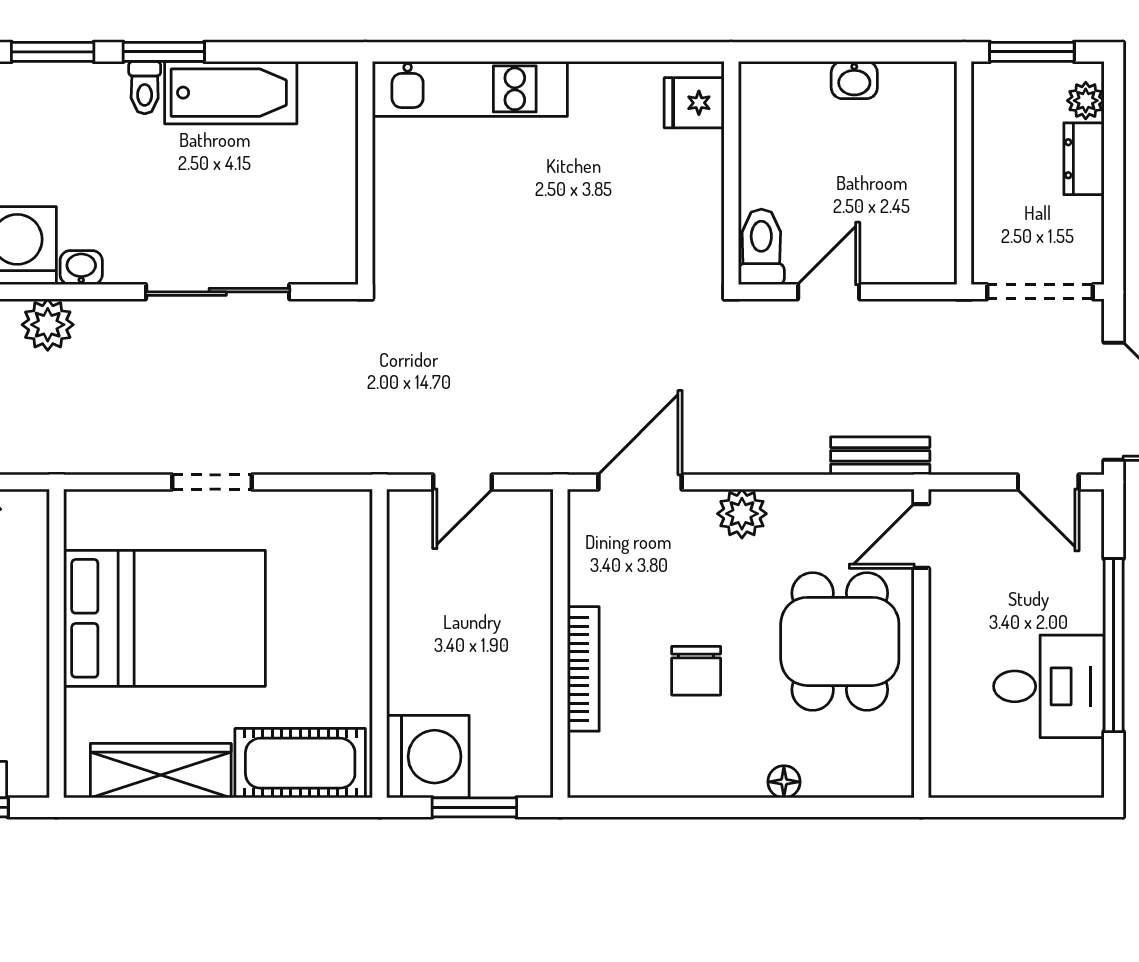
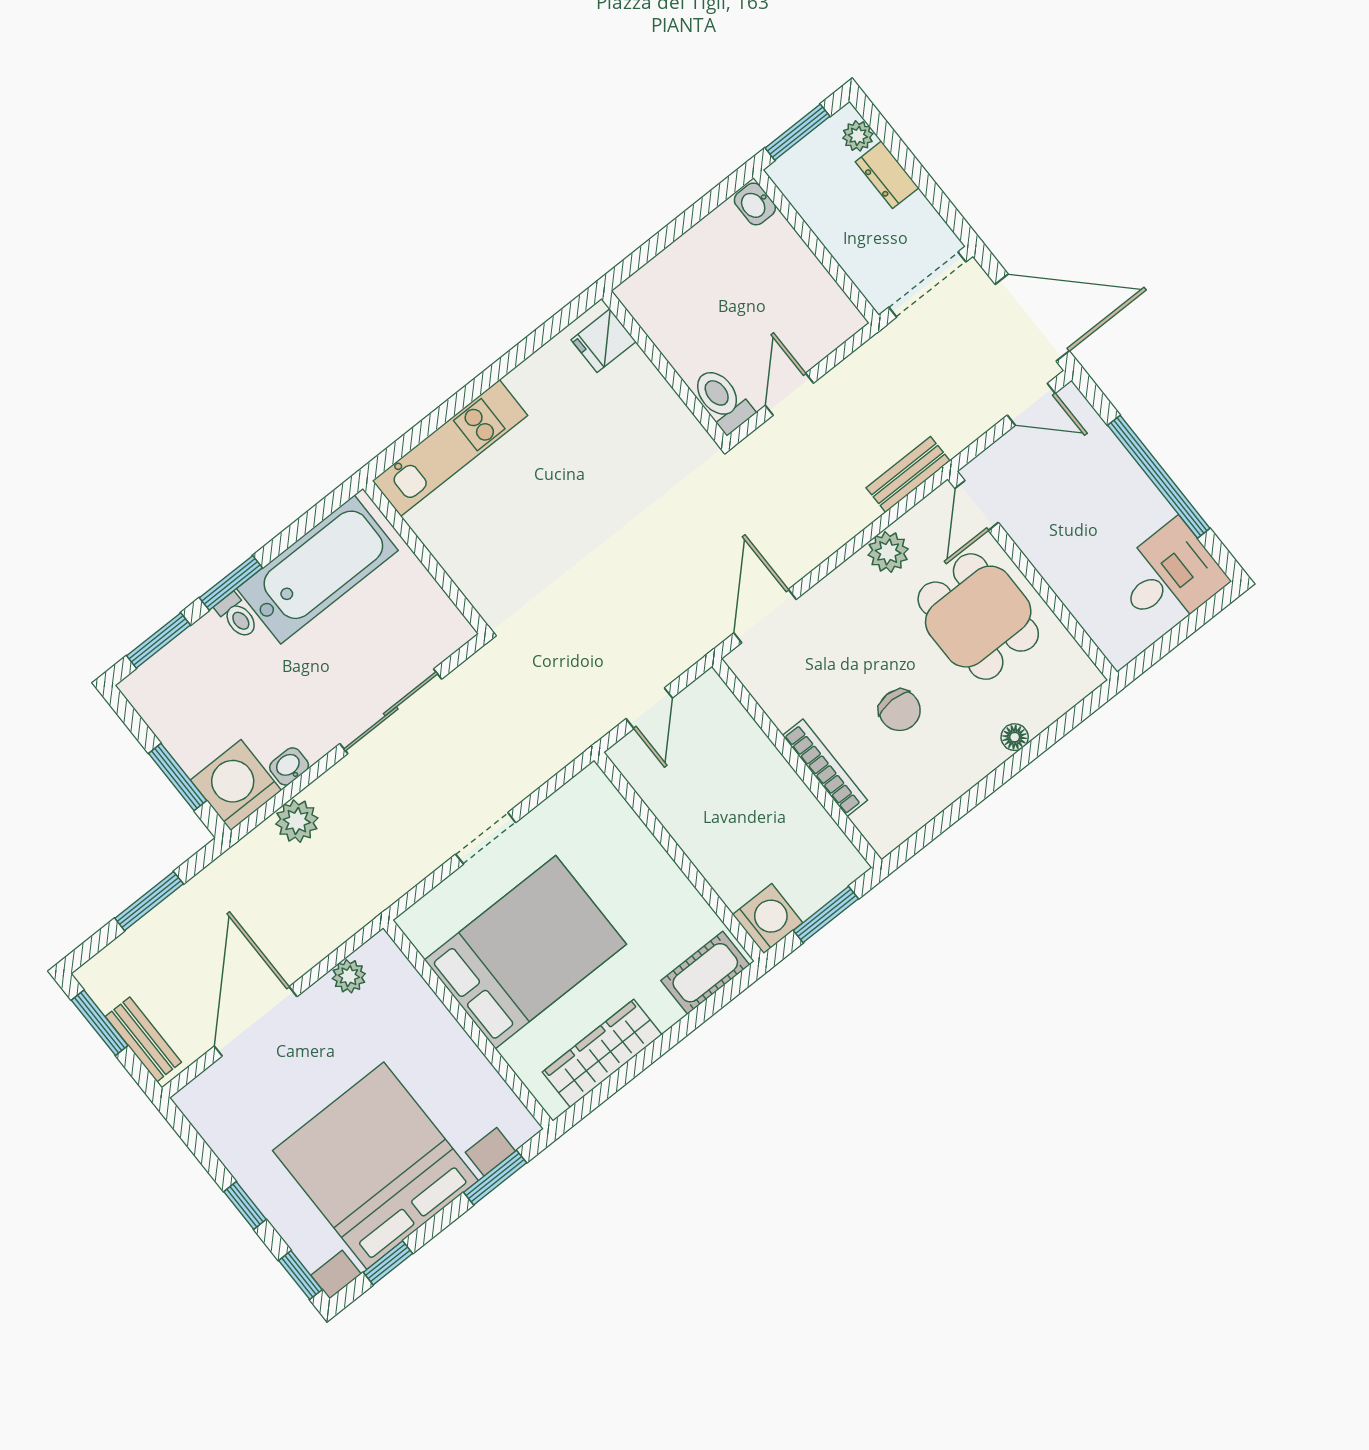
washbasin: (854, 80) -> (755, 204), moved, turned 90
bathtub: (231, 93) -> (317, 569), width x1.36, depth x1.36
plant: (742, 514) -> (888, 552), moved
desk: (1049, 686) -> (1169, 577), moved
washing machine: (428, 757) -> (768, 919), width x0.73, depth x0.73
cot: (300, 763) -> (705, 973), width x0.73, depth x0.75

